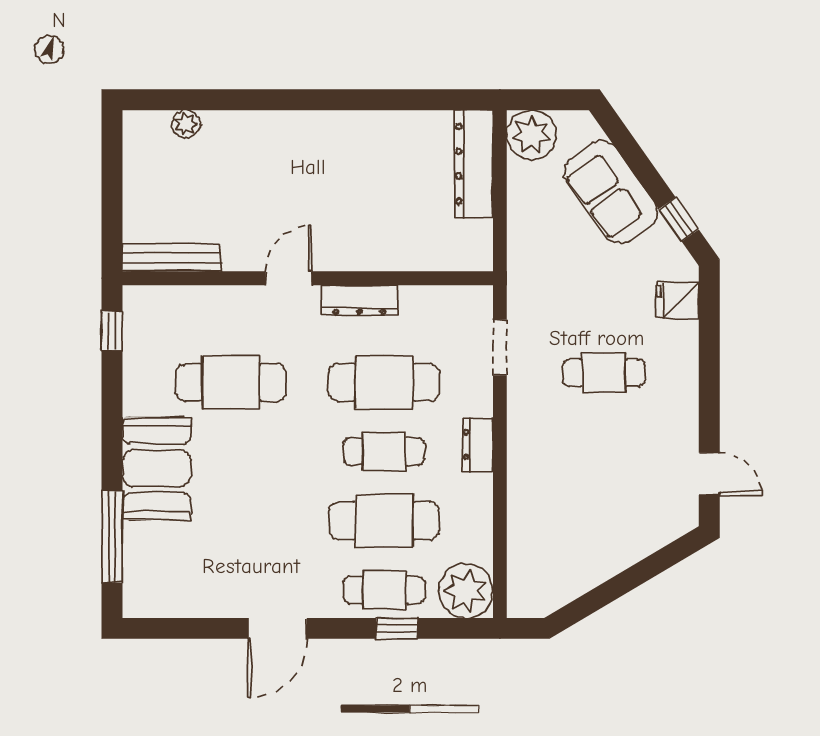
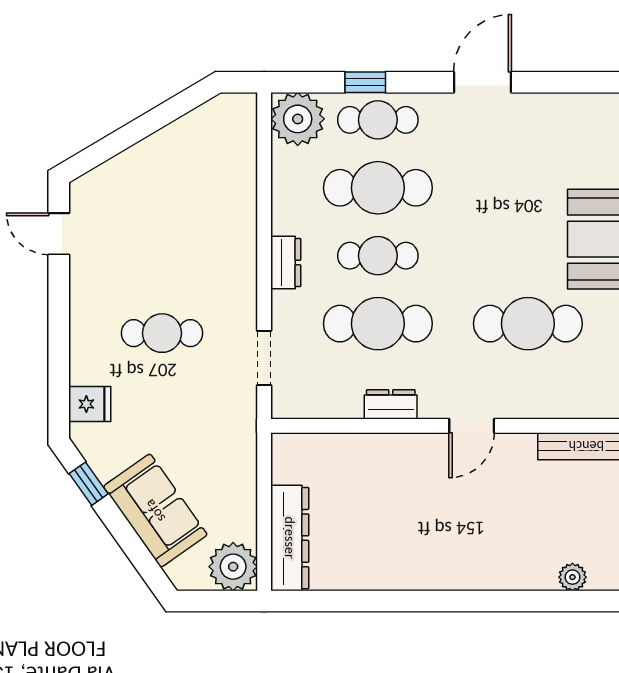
dresser: (359, 300) -> (391, 404), width x0.70

